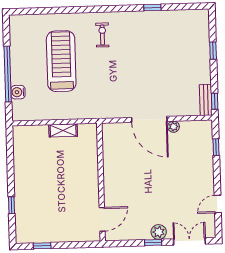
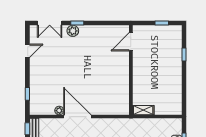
wall: (101, 182) -> (131, 70), moved
door: (102, 219) -> (131, 42), moved

